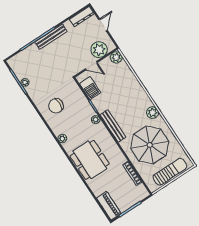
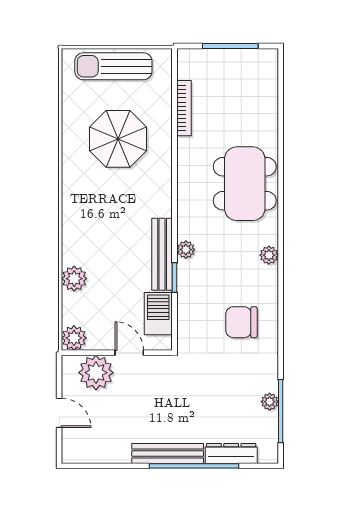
dresser: (82, 16) -> (231, 453), moved
door: (103, 25) -> (59, 413), swing flipped
chair: (56, 106) -> (241, 322), turned 180
plant: (153, 113) -> (74, 279), moved
bench: (113, 126) -> (162, 254), moved
parasol: (150, 145) -> (118, 139), width x0.73, depth x0.73
piano: (109, 206) -> (265, 78), removed

